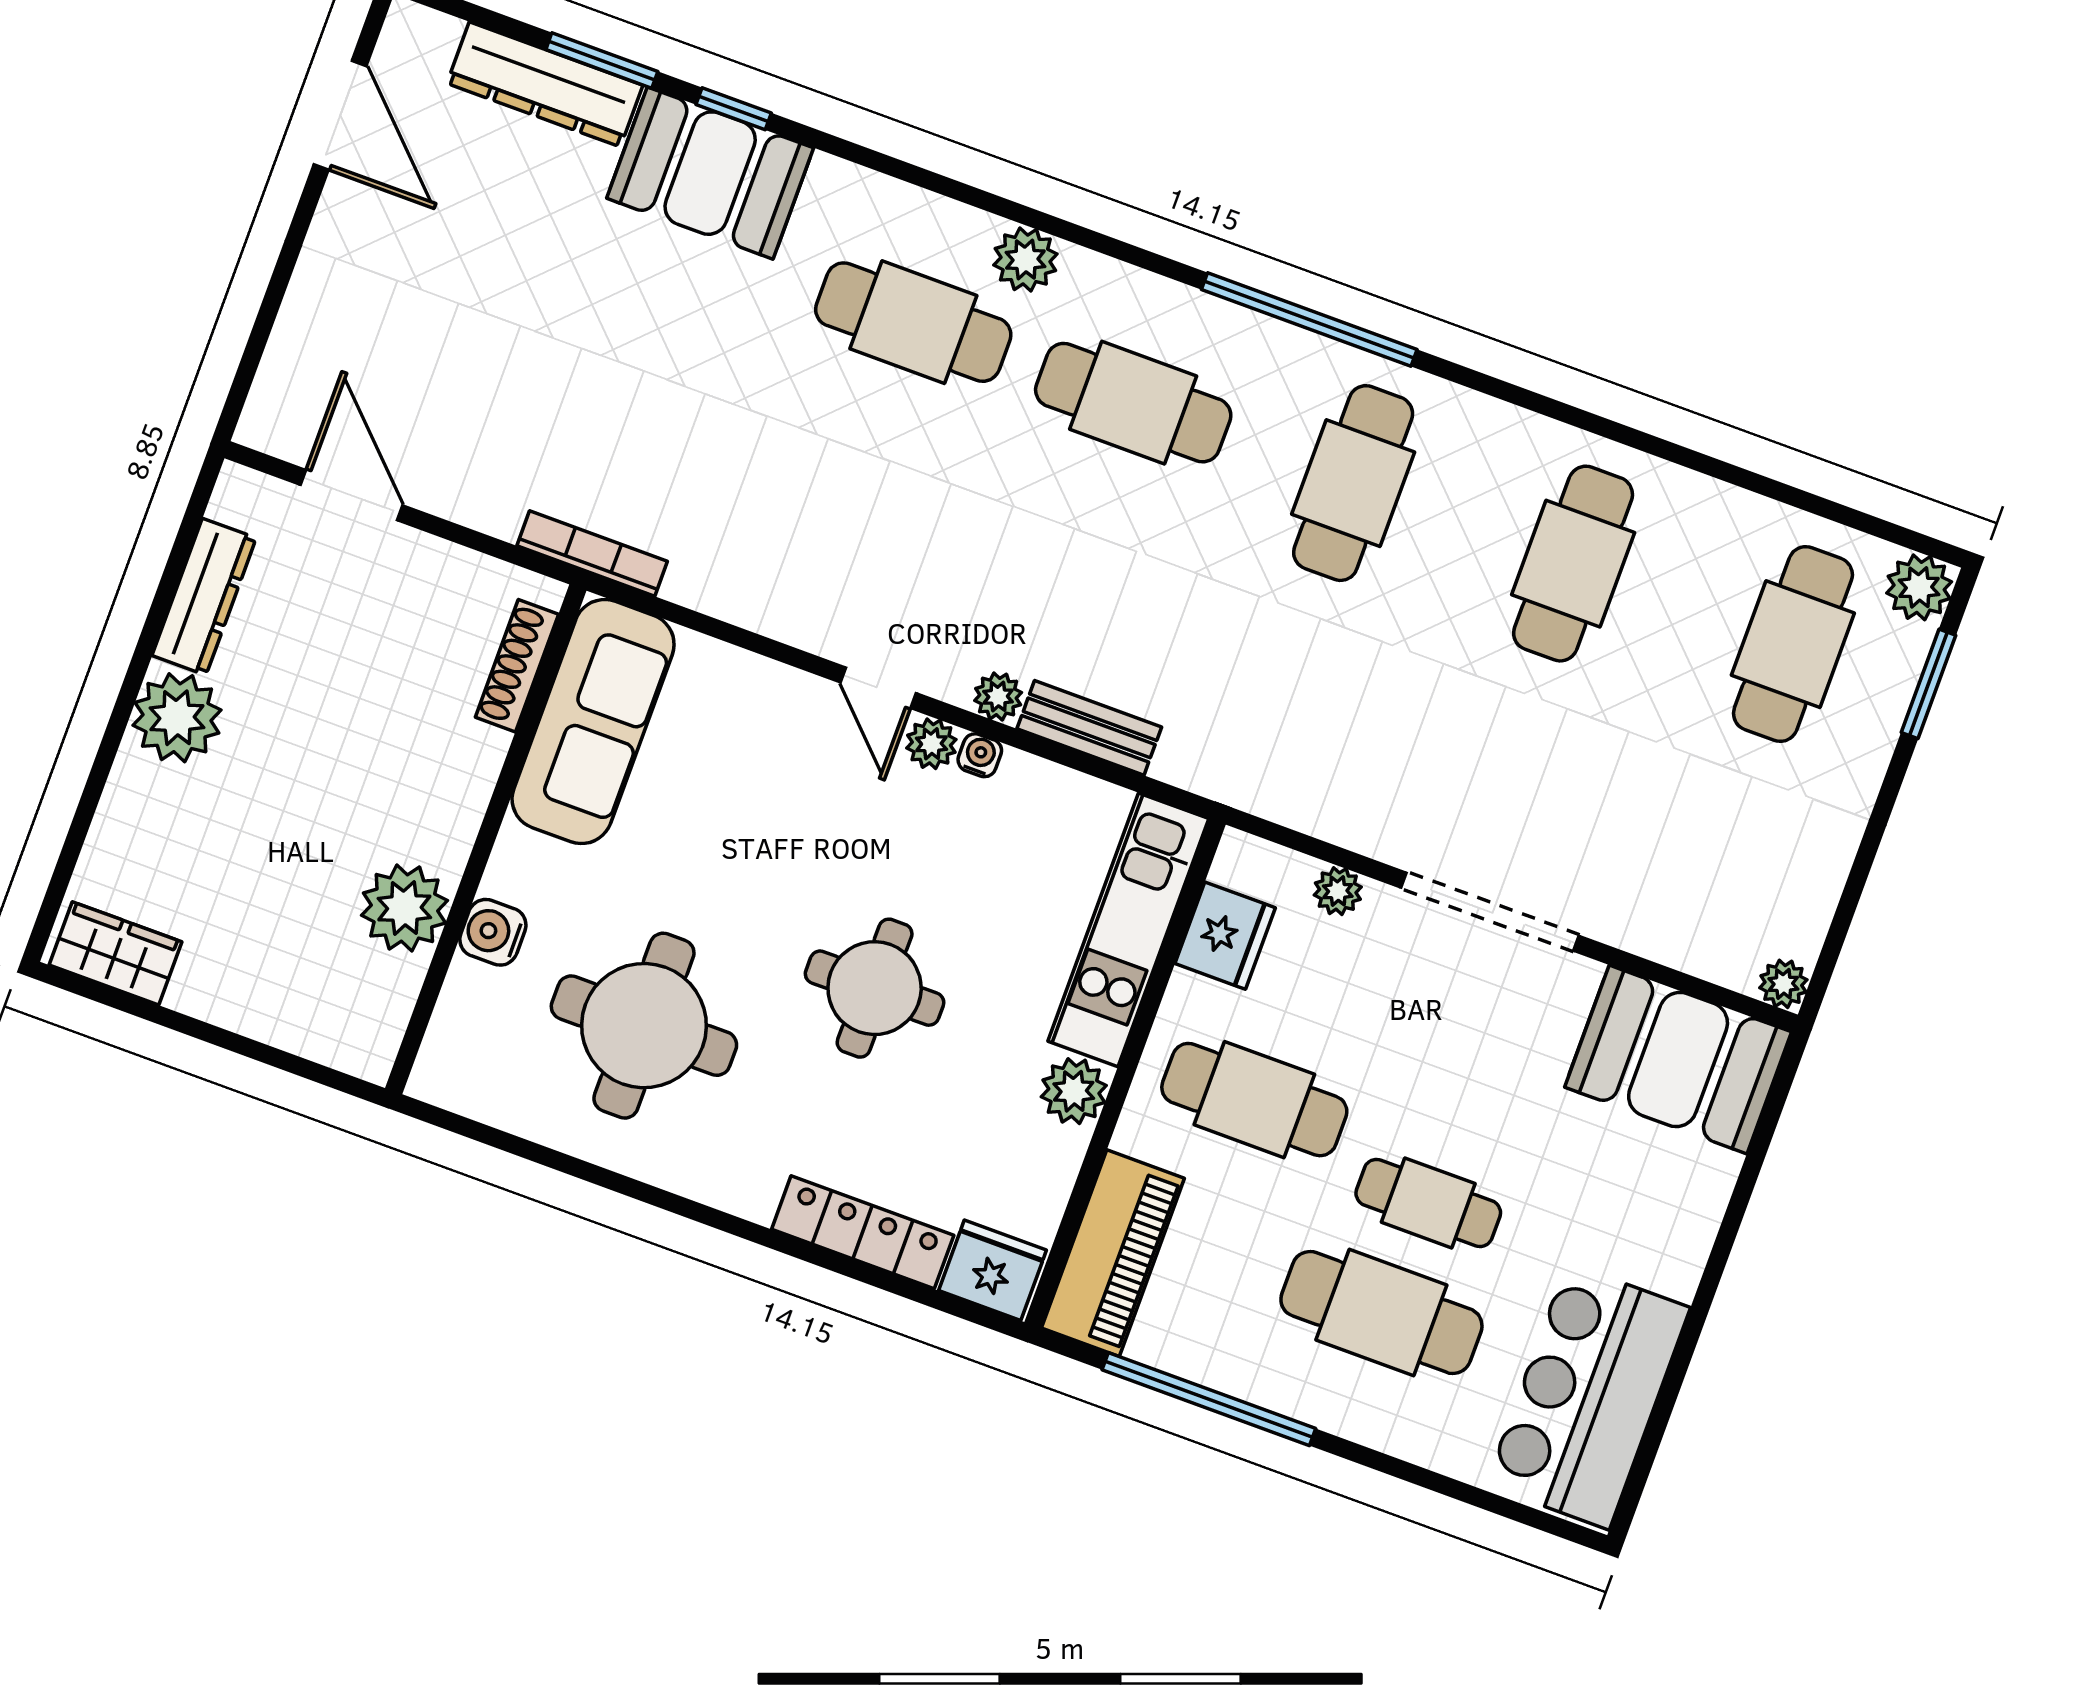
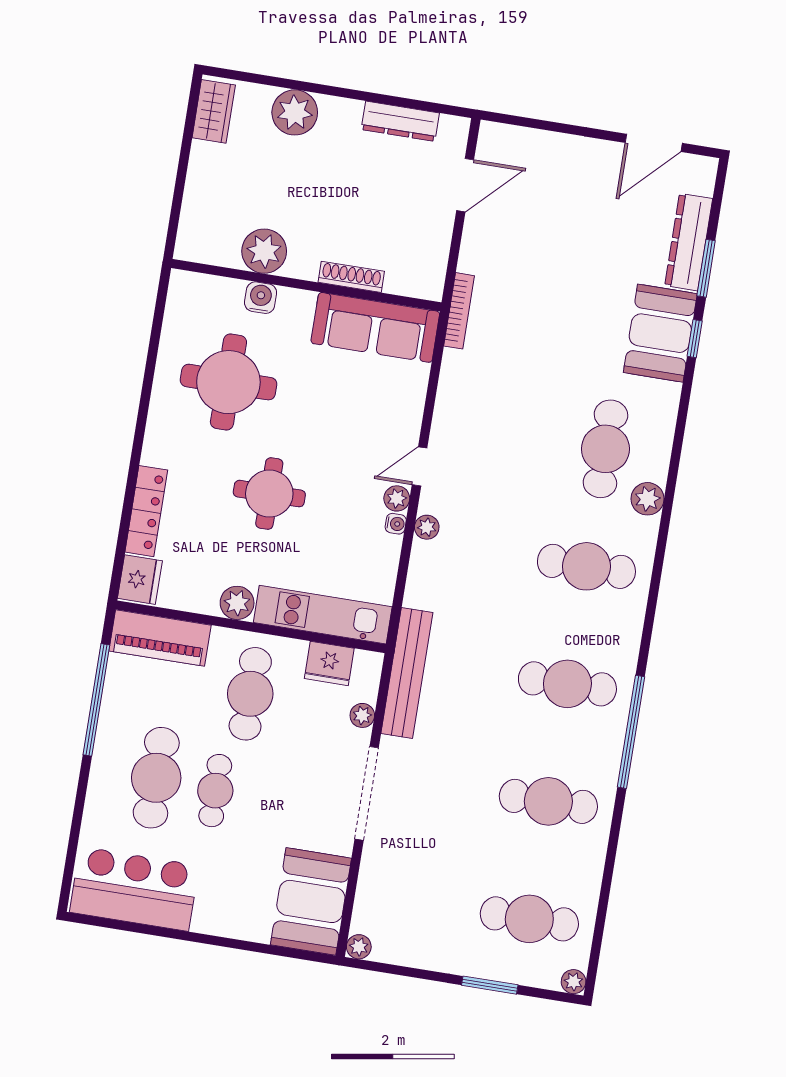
window: (1309, 319) -> (631, 732), moved
cafe table: (1133, 403) -> (586, 566), turned 90
plant: (1919, 587) -> (574, 982), width x0.73, depth x0.73
shoe rack: (517, 666) -> (351, 277), moved
window: (1928, 684) -> (490, 985), moved
plant: (177, 718) -> (295, 112), moved
bench: (1089, 728) -> (407, 673), moved, width x1.86, depth x1.21

